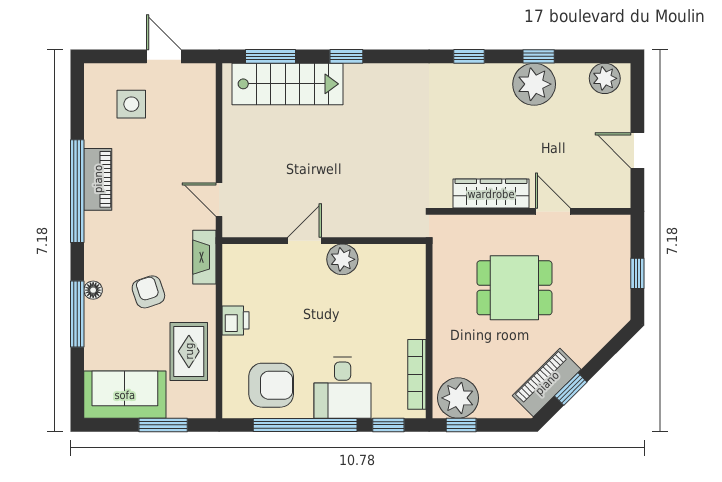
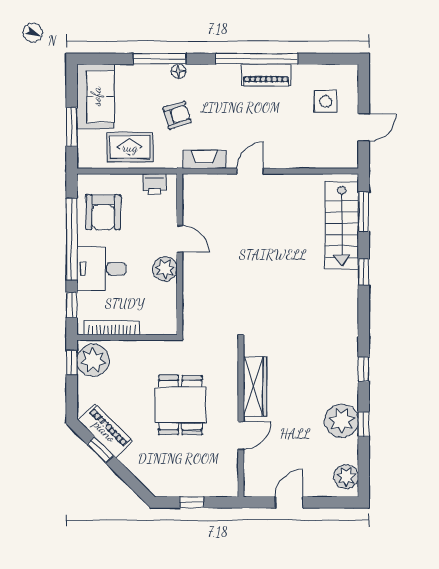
door: (305, 241) -> (180, 239), moved
wall: (324, 241) -> (180, 254), moved
plant: (342, 259) -> (165, 269), moved

